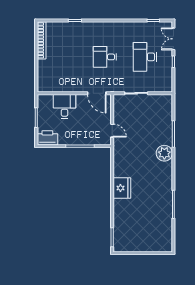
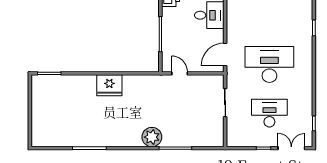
desk: (105, 57) -> (269, 64), width x1.87, depth x1.30
door: (112, 131) -> (180, 73), swing flipped

